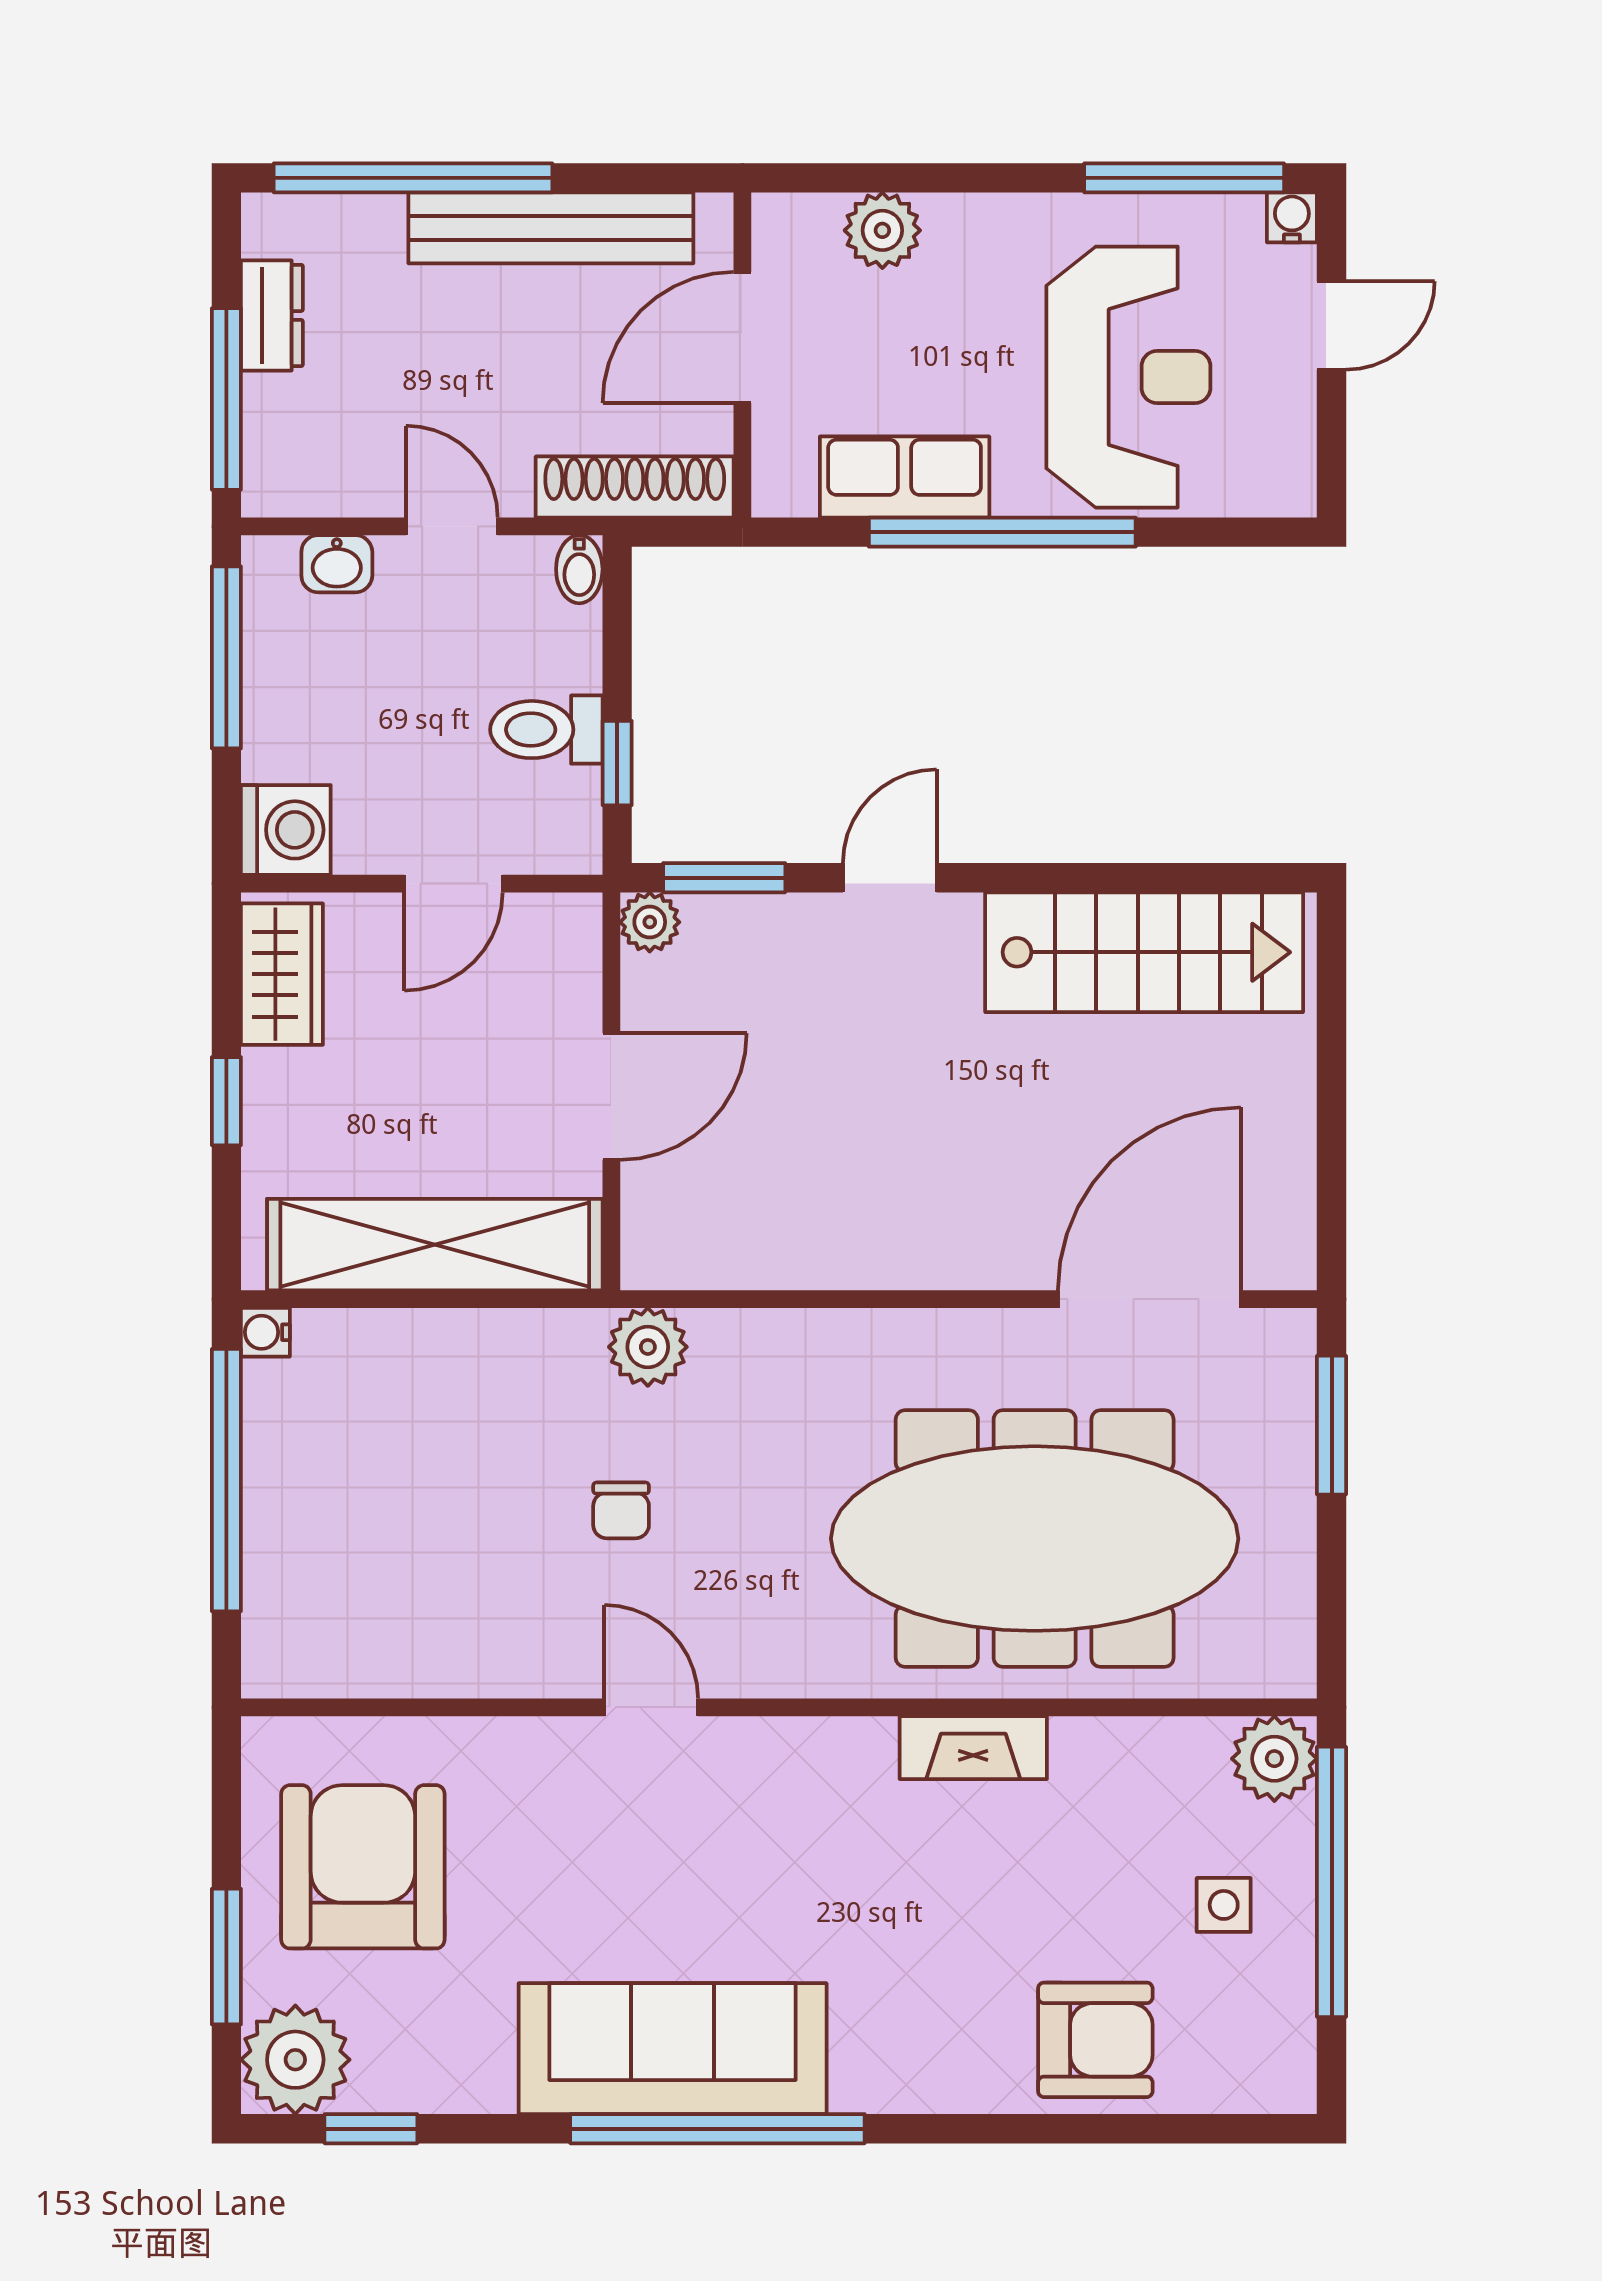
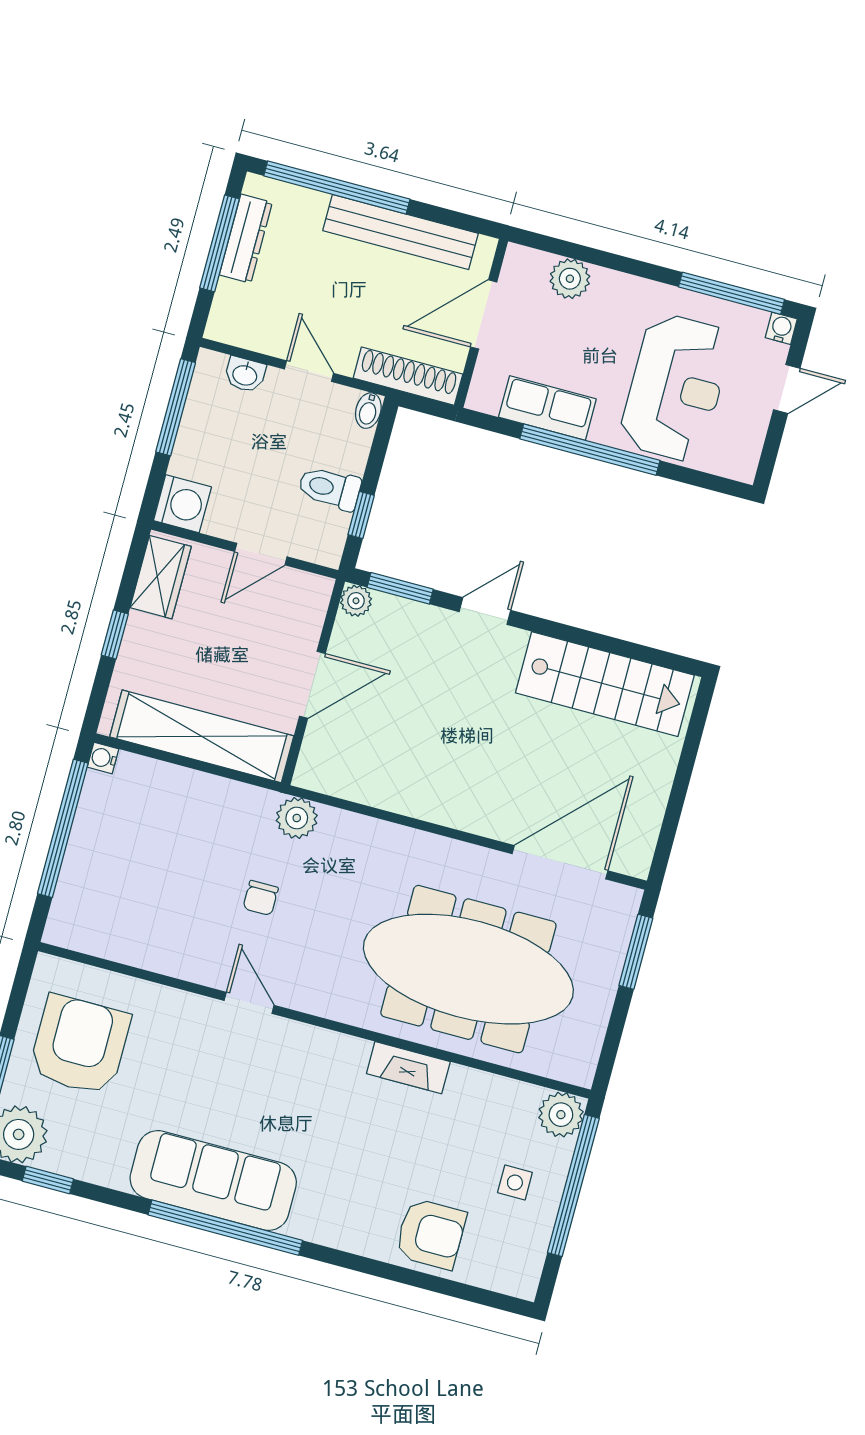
dresser: (272, 315) -> (246, 239), width x1.44
window: (226, 399) -> (220, 243), moved

